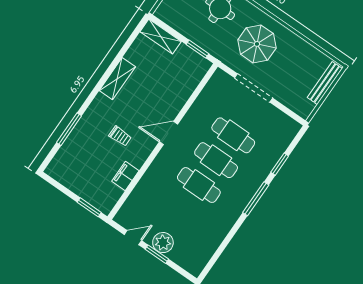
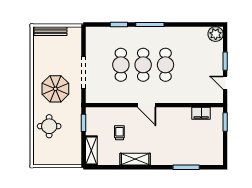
trolley: (120, 136) -> (119, 133), moved
filing cabinet: (125, 176) -> (201, 113), moved
plant: (163, 243) -> (216, 34), moved

